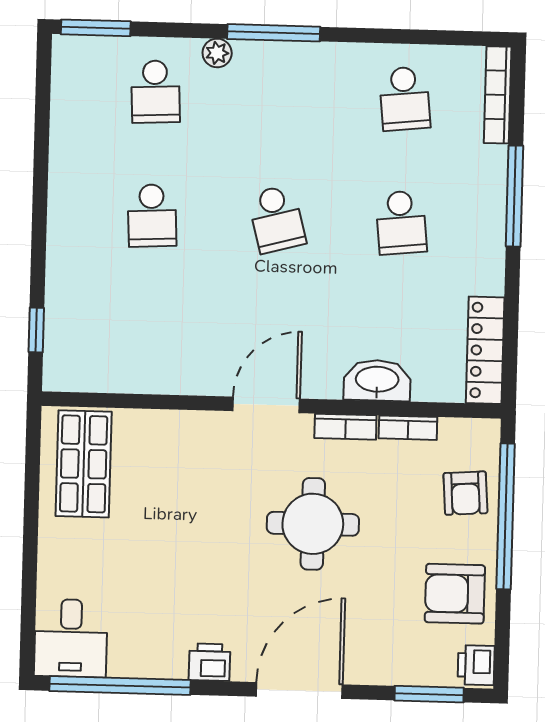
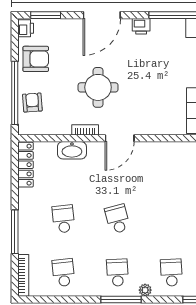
school desk: (152, 216) -> (117, 273), moved
bookcase: (408, 428) -> (58, 130), removed

